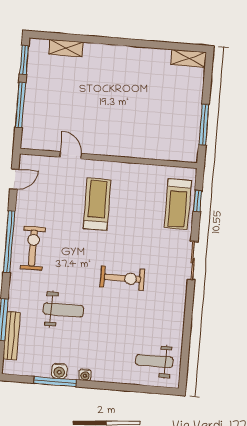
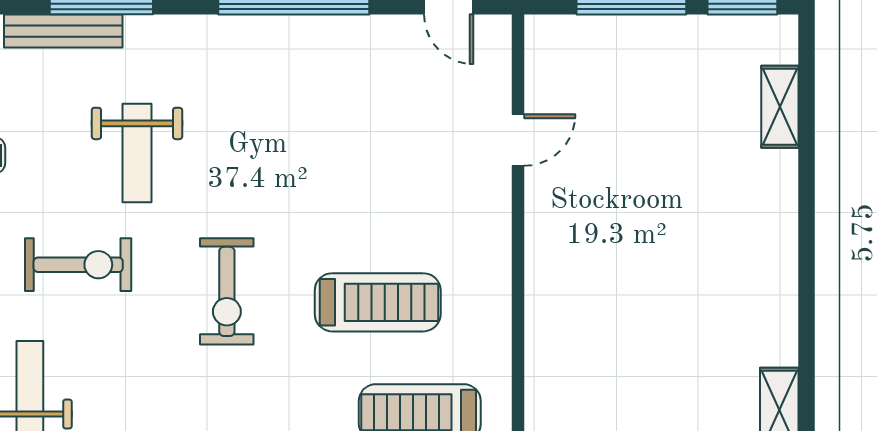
treadmill: (97, 204) -> (378, 302), moved
exercise bike: (33, 248) -> (78, 265), moved

